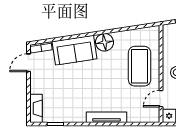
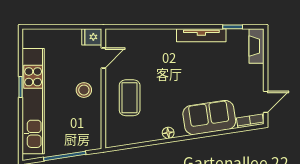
floor lamp: (105, 42) -> (168, 133), width x0.53, depth x0.53
coffee table: (140, 66) -> (130, 98), width x0.73, depth x0.76
tv unit: (106, 117) -> (201, 35), moved

